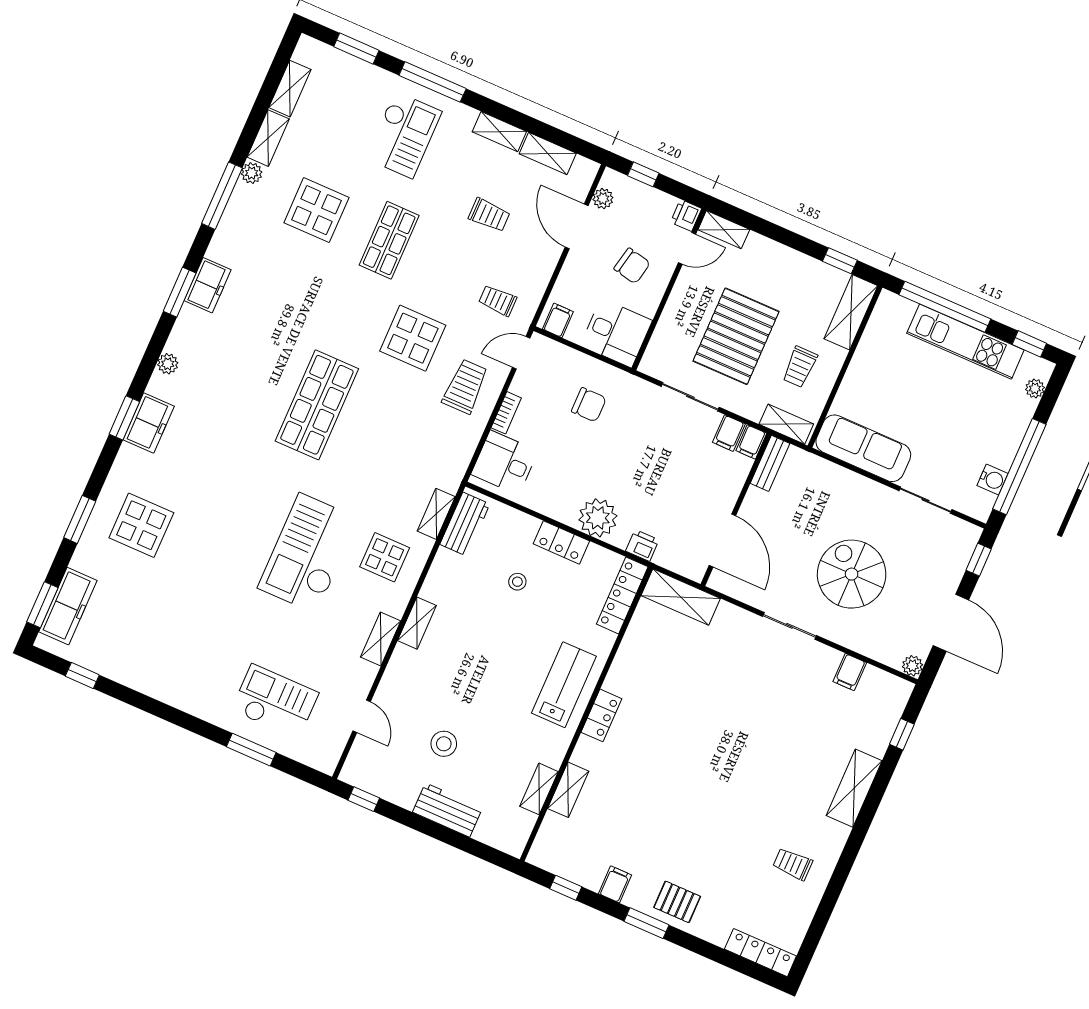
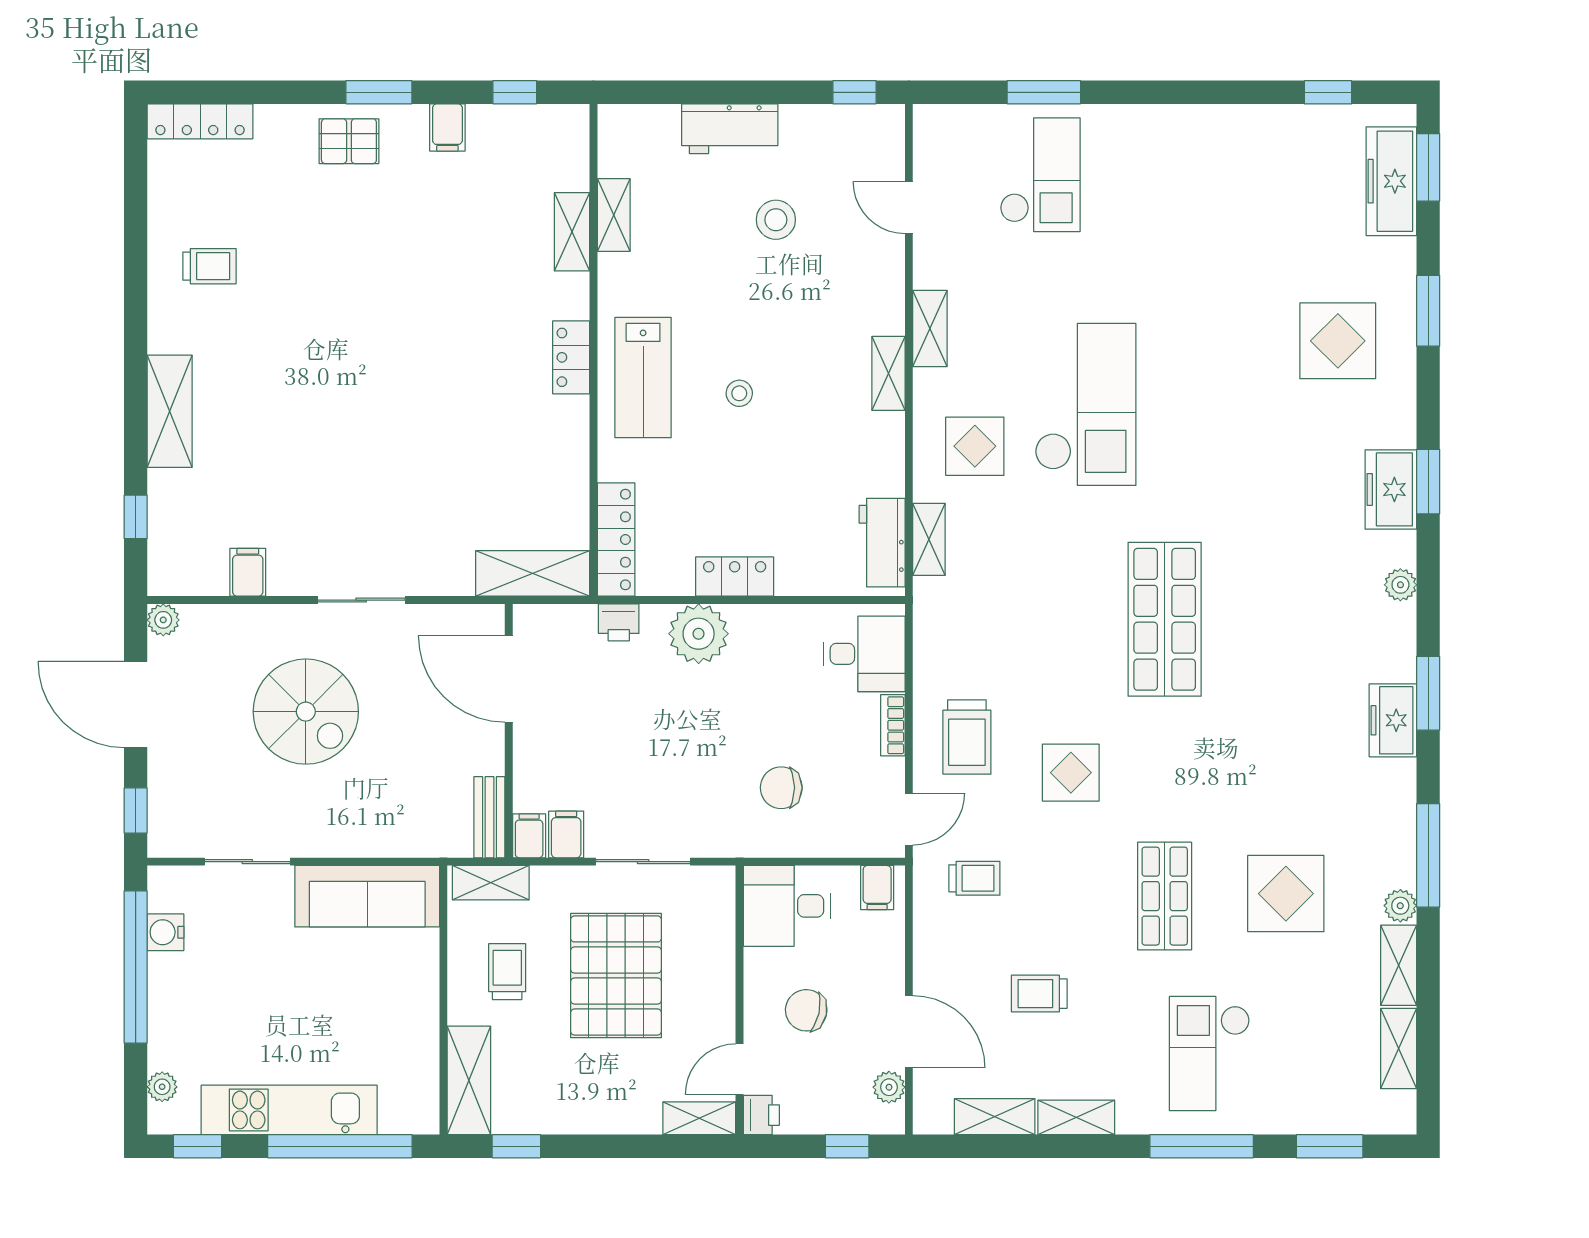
display table: (413, 338) -> (1071, 773), width x0.73, depth x0.73
stool: (517, 582) -> (739, 393), moved
checkout: (275, 702) -> (1040, 175), turned -90

